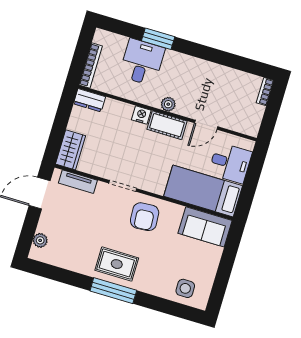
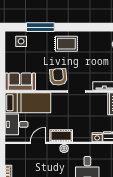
nightstand: (141, 115) -> (97, 137), moved
window: (113, 291) -> (40, 27), moved

